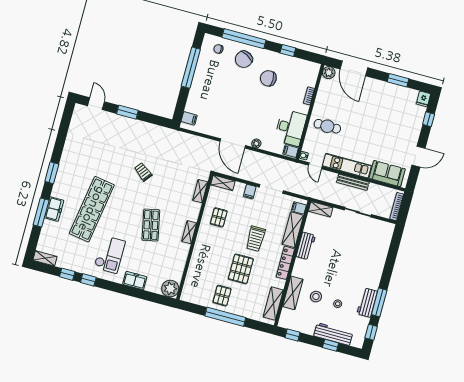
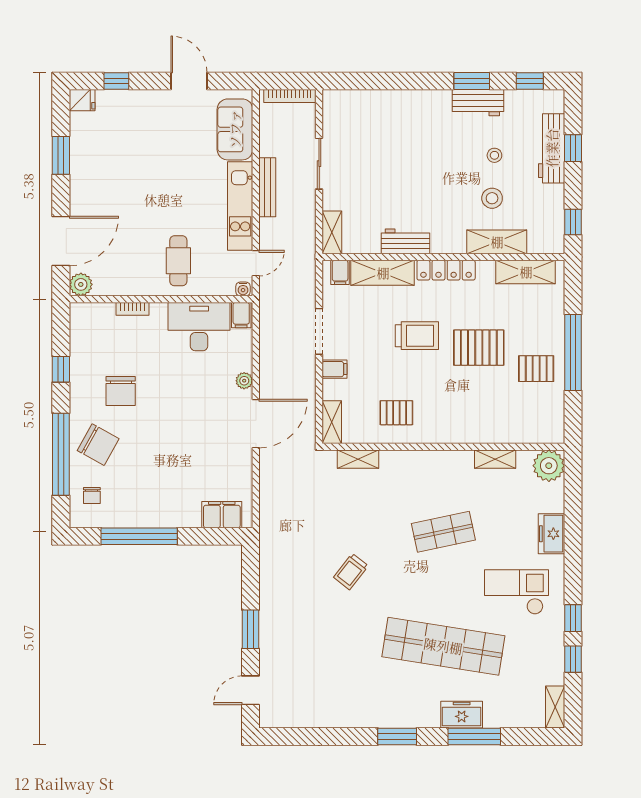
filing cabinet: (189, 118) -> (222, 515), width x2.00
shelving: (189, 232) -> (495, 459), moved
window: (379, 302) -> (472, 81), width x0.69

